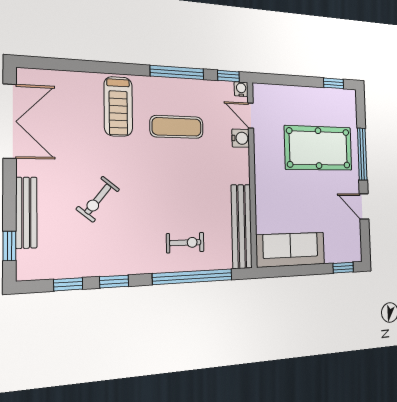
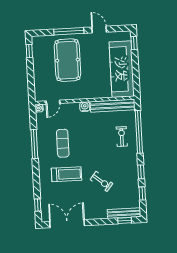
window: (228, 76) -> (38, 205), moved
treadmill: (118, 106) -> (66, 174), moved
water cooler: (241, 138) -> (85, 107), moved
door: (364, 207) -> (99, 30), swing flipped
bench: (26, 213) -> (124, 213), moved
sofa: (291, 250) -> (122, 69), width x1.36, depth x1.27

